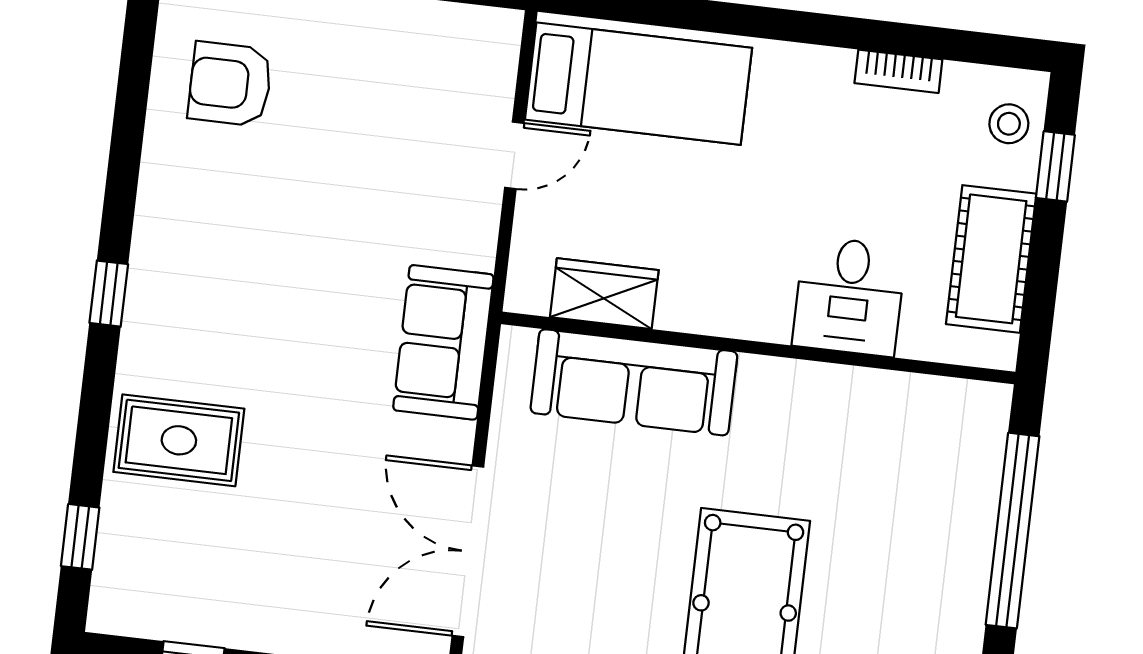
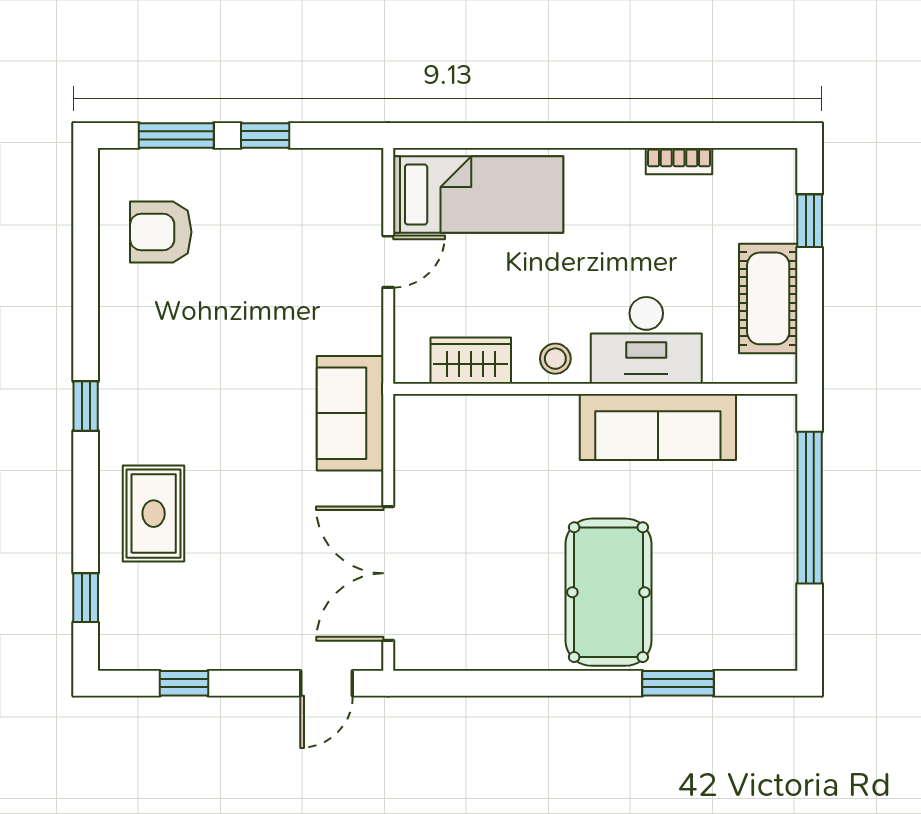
stool: (1009, 124) -> (555, 359), moved
desk: (849, 296) -> (646, 340), width x1.37
sofa: (634, 382) -> (658, 427), moved
rug: (179, 440) -> (154, 514), turned 90

